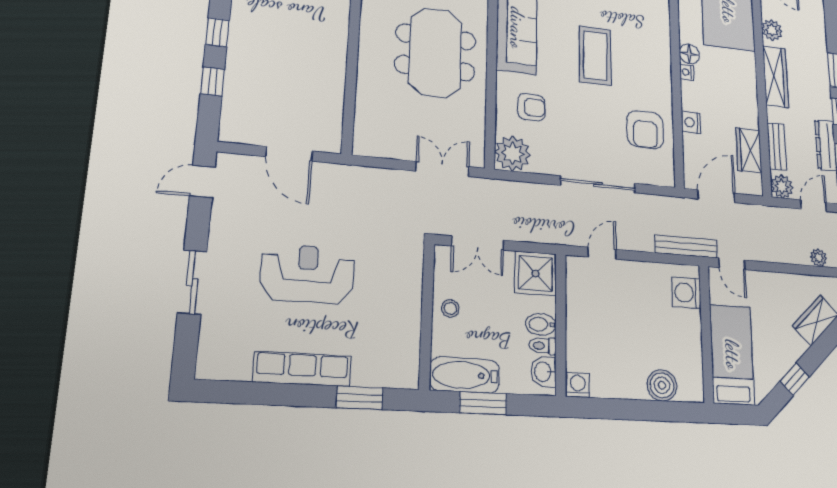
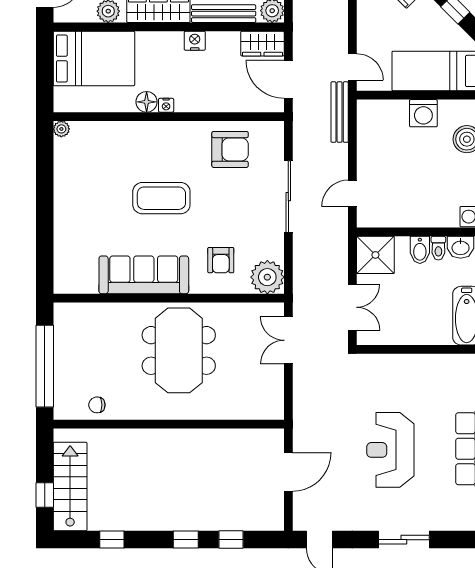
meeting table: (435, 52) -> (179, 350), turned 90
armchair: (531, 107) -> (221, 260), turned 180
nightstand: (691, 122) -> (195, 41), moved, turned 180
bench: (777, 147) -> (224, 14), width x1.36
wardrobe: (749, 150) -> (262, 44), moved
door: (602, 253) -> (352, 193), hinge flipped
door: (732, 264) -> (352, 67), hinge flipped
washing machine: (686, 293) -> (423, 113), moved
stool: (450, 309) -> (411, 330), removed

